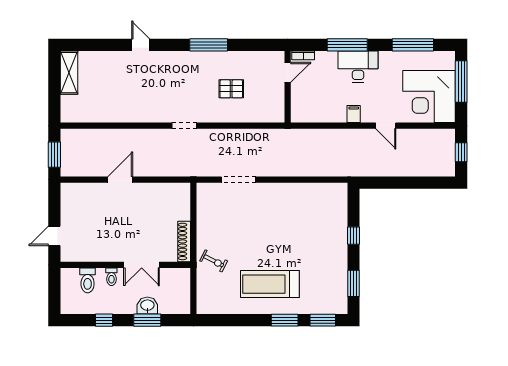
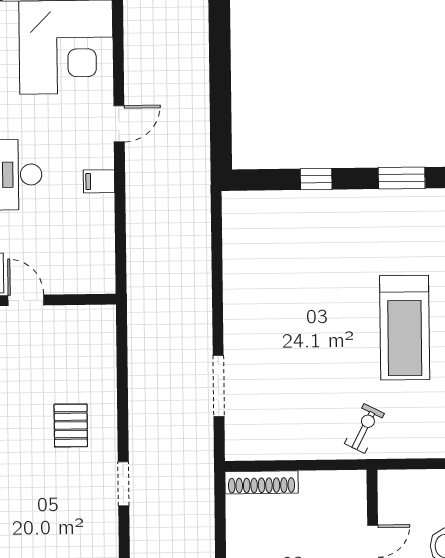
pallet: (231, 89) -> (71, 425), moved
shoe rack: (184, 241) -> (261, 482), moved

